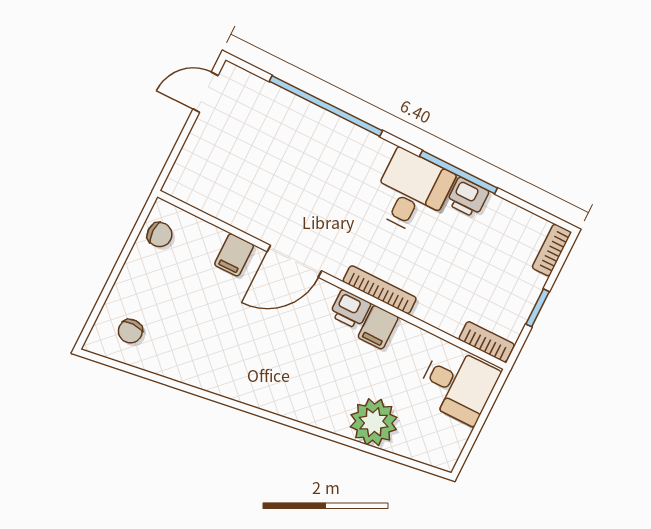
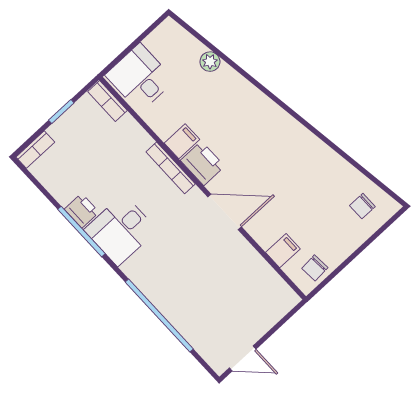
chair: (160, 235) -> (315, 268), turned -94
filing cabinet: (234, 255) -> (283, 251), moved
printer: (350, 309) -> (203, 163), width x1.36, depth x1.24
chair: (130, 331) -> (362, 206), turned 180
plant: (374, 422) -> (210, 62), width x0.53, depth x0.53

